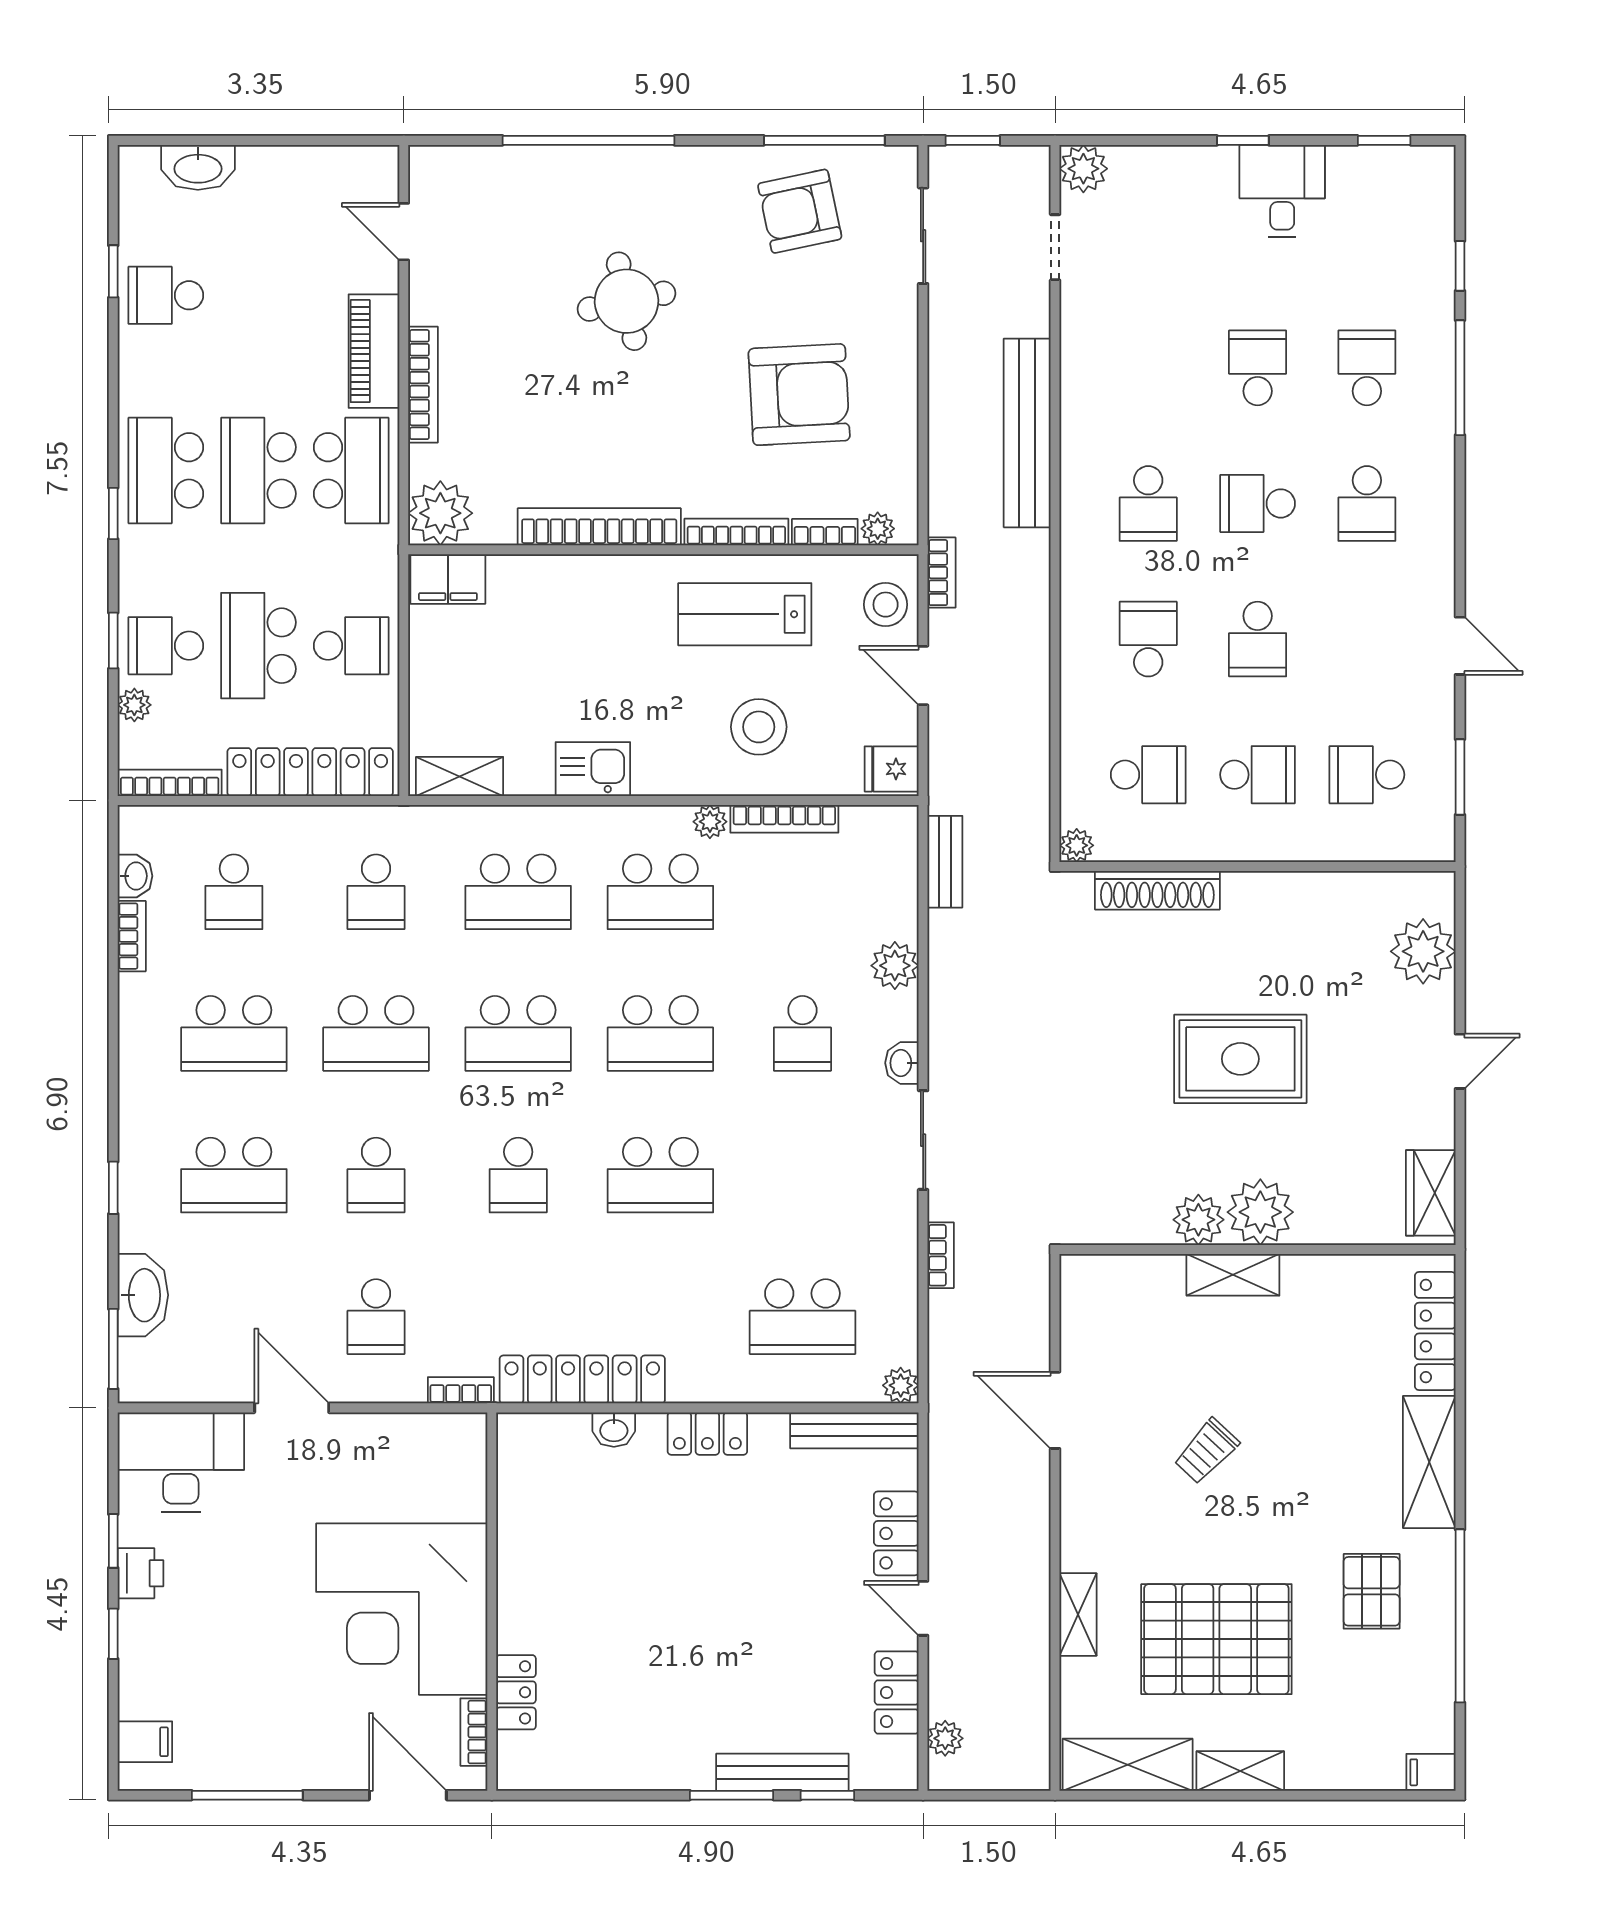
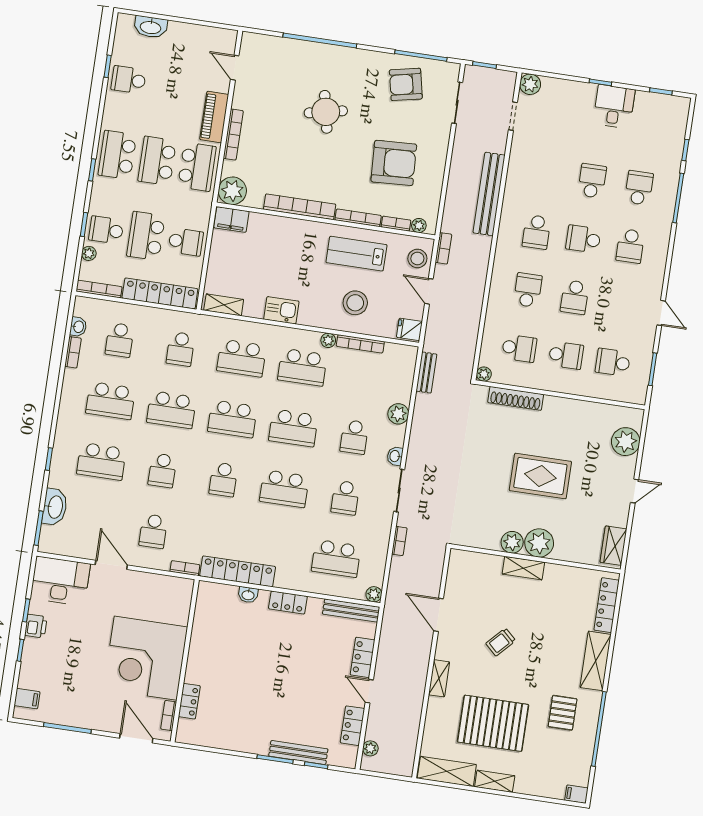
school desk: (802, 1175) -> (345, 498), added
shelving: (1078, 1615) -> (439, 678), moved

